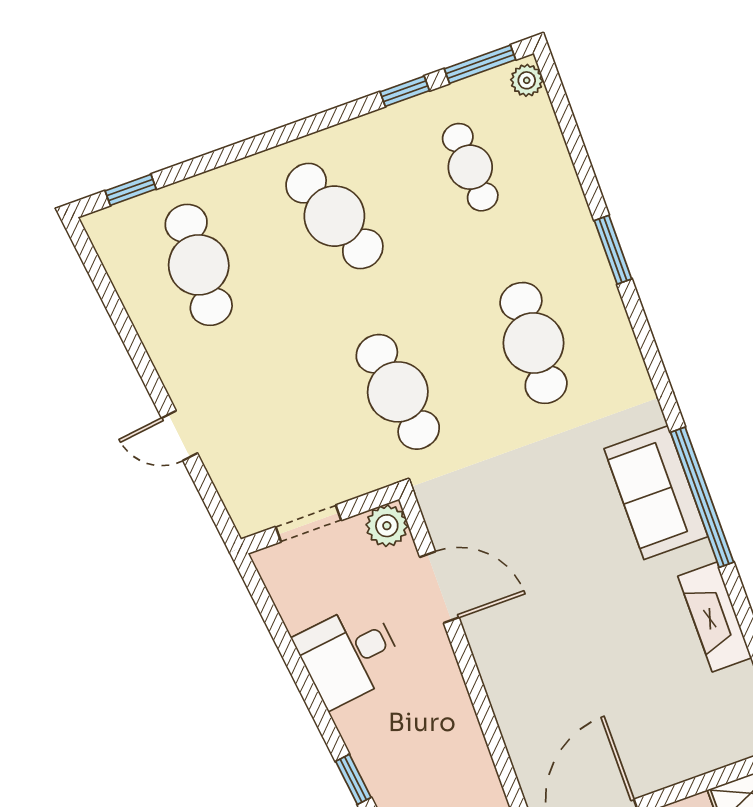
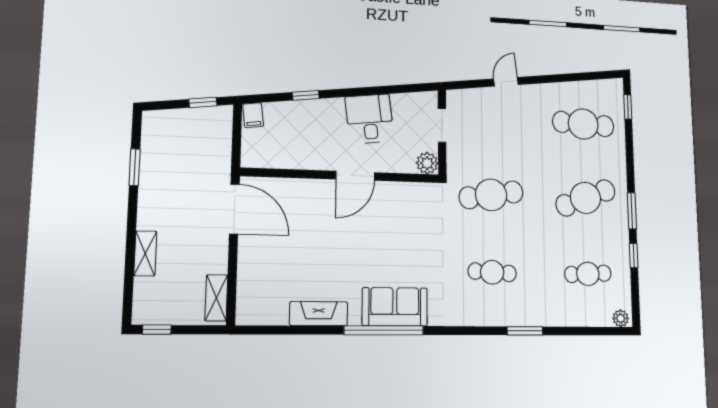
window: (480, 64) -> (632, 211), moved
cafe table: (534, 343) -> (492, 272), width x0.73, depth x0.74
door: (439, 587) -> (355, 176), moved

